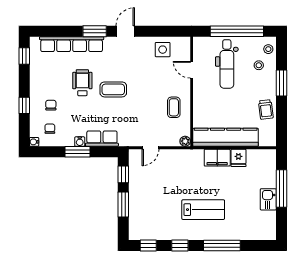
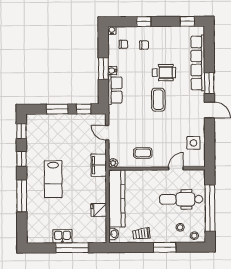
washbasin: (266, 141) -> (114, 234), added
filing cabinet: (217, 158) -> (99, 165), moved

